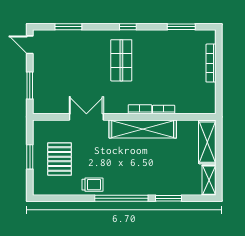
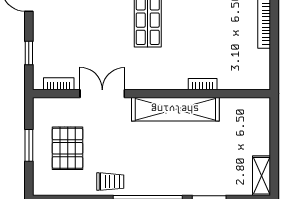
window: (30, 86) -> (29, 53), width x0.67
bookcase: (140, 109) -> (59, 84), moved
shelving: (207, 142) -> (259, 126), removed

